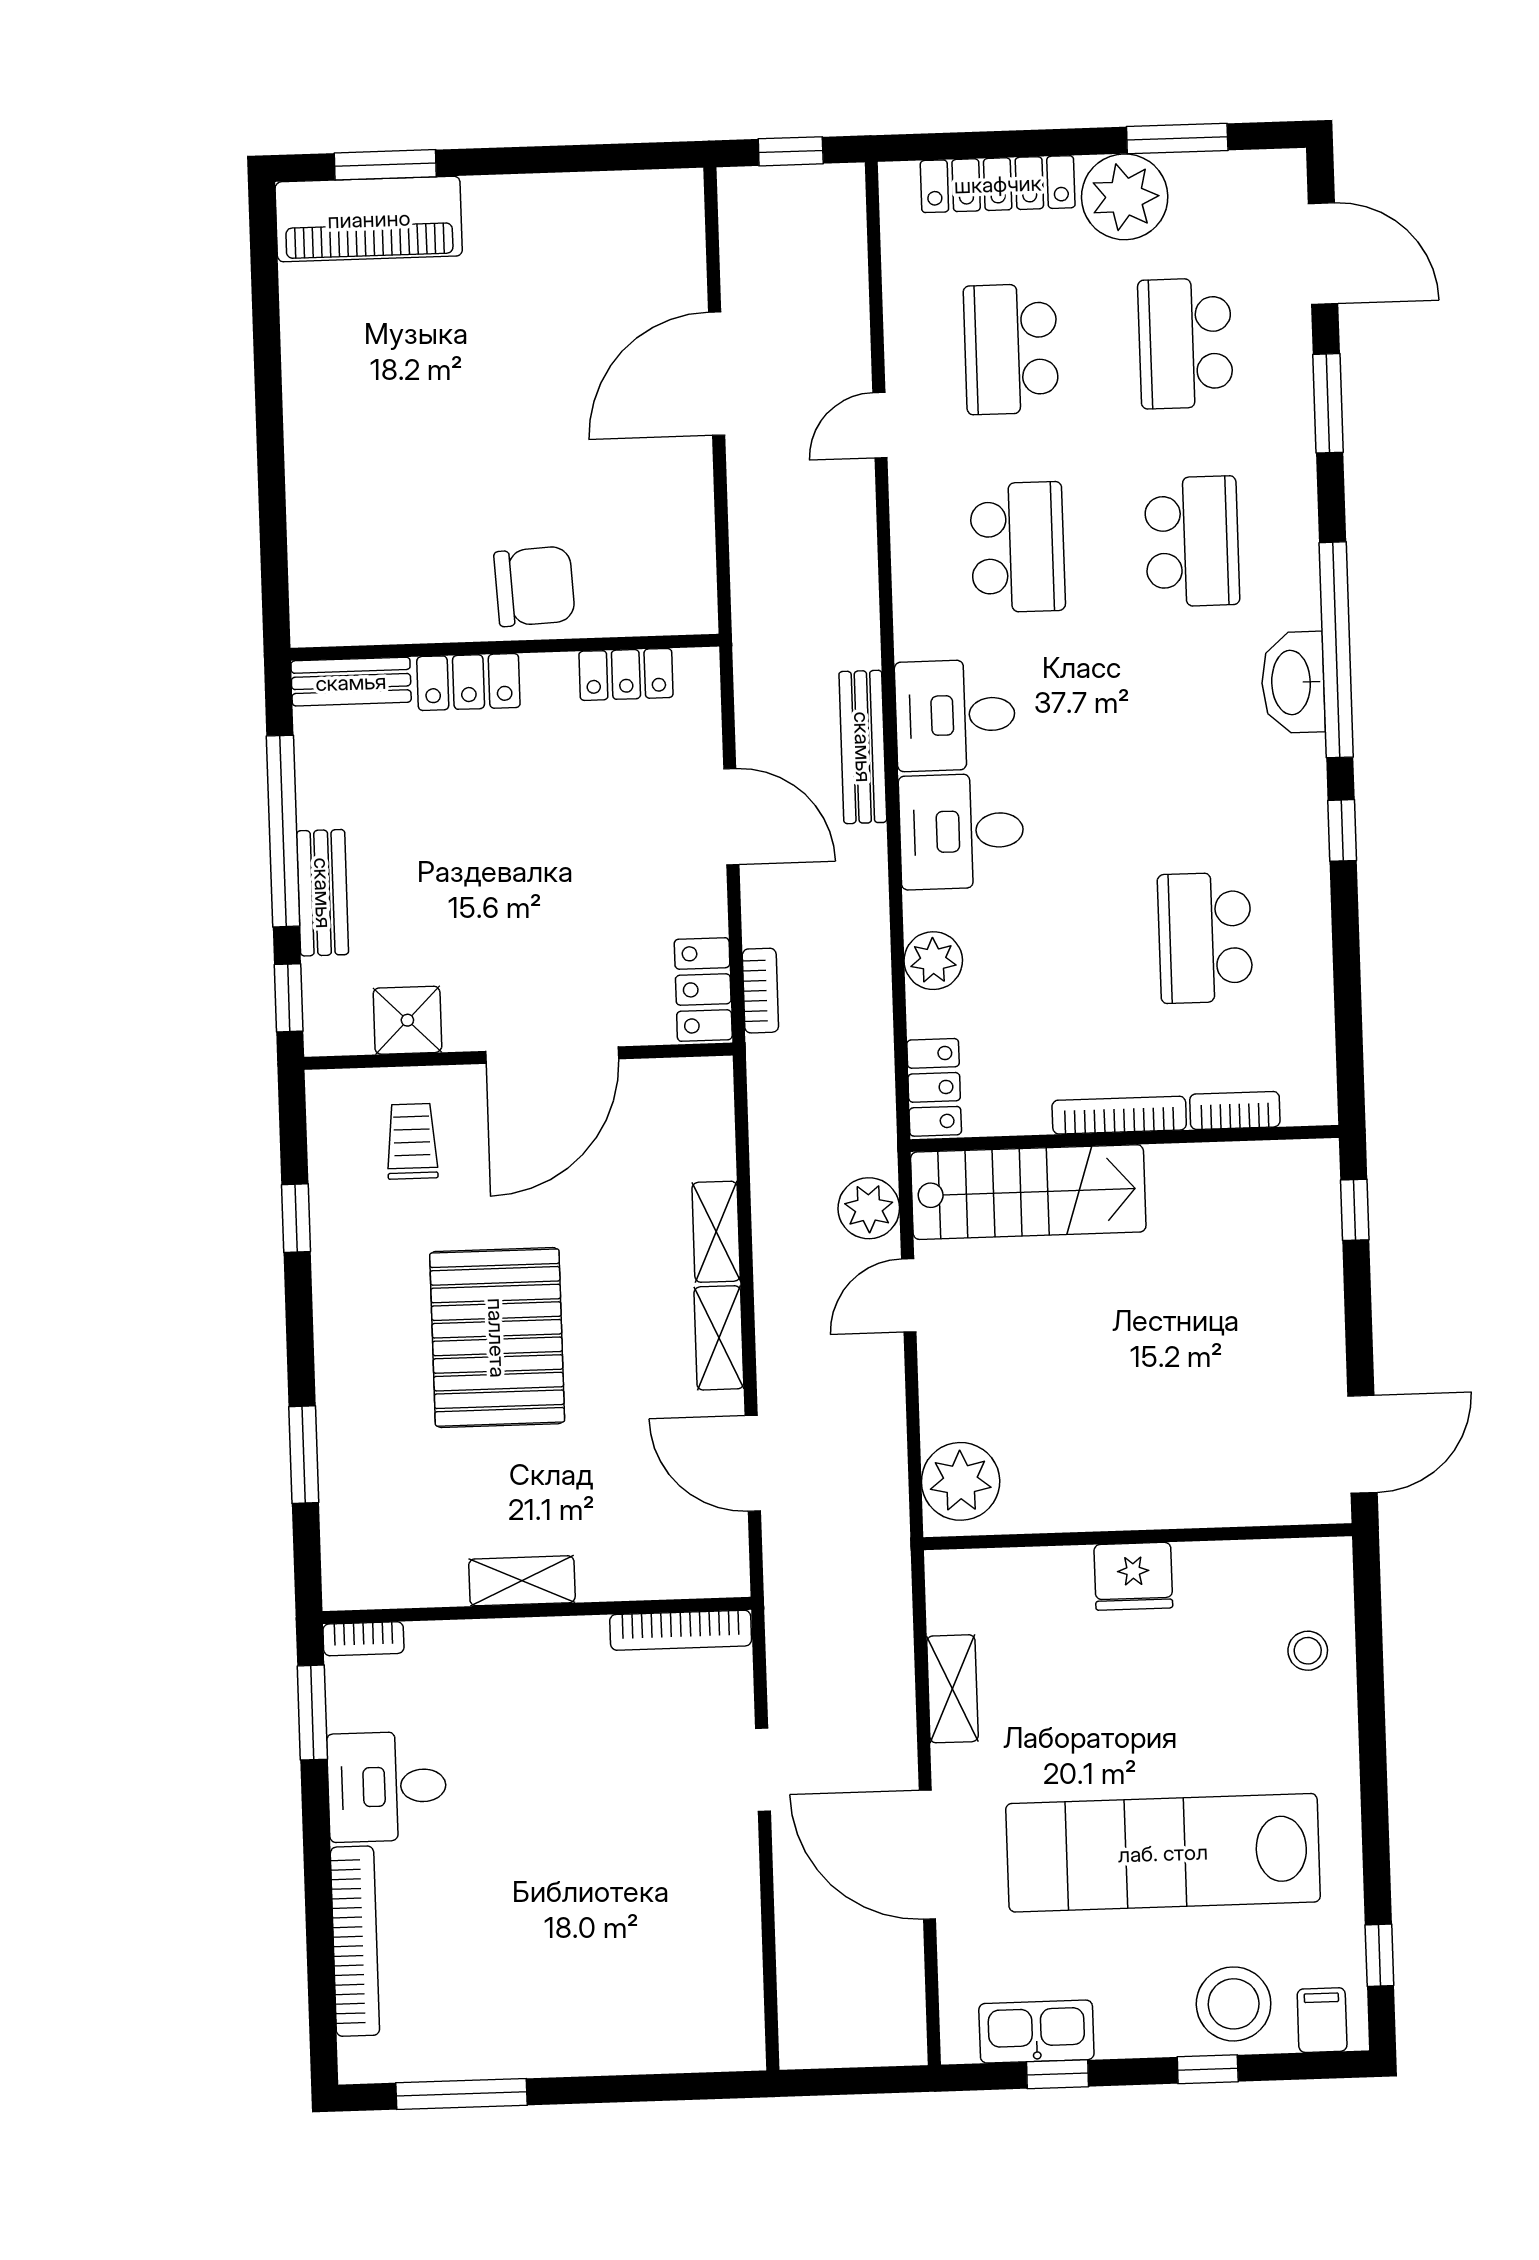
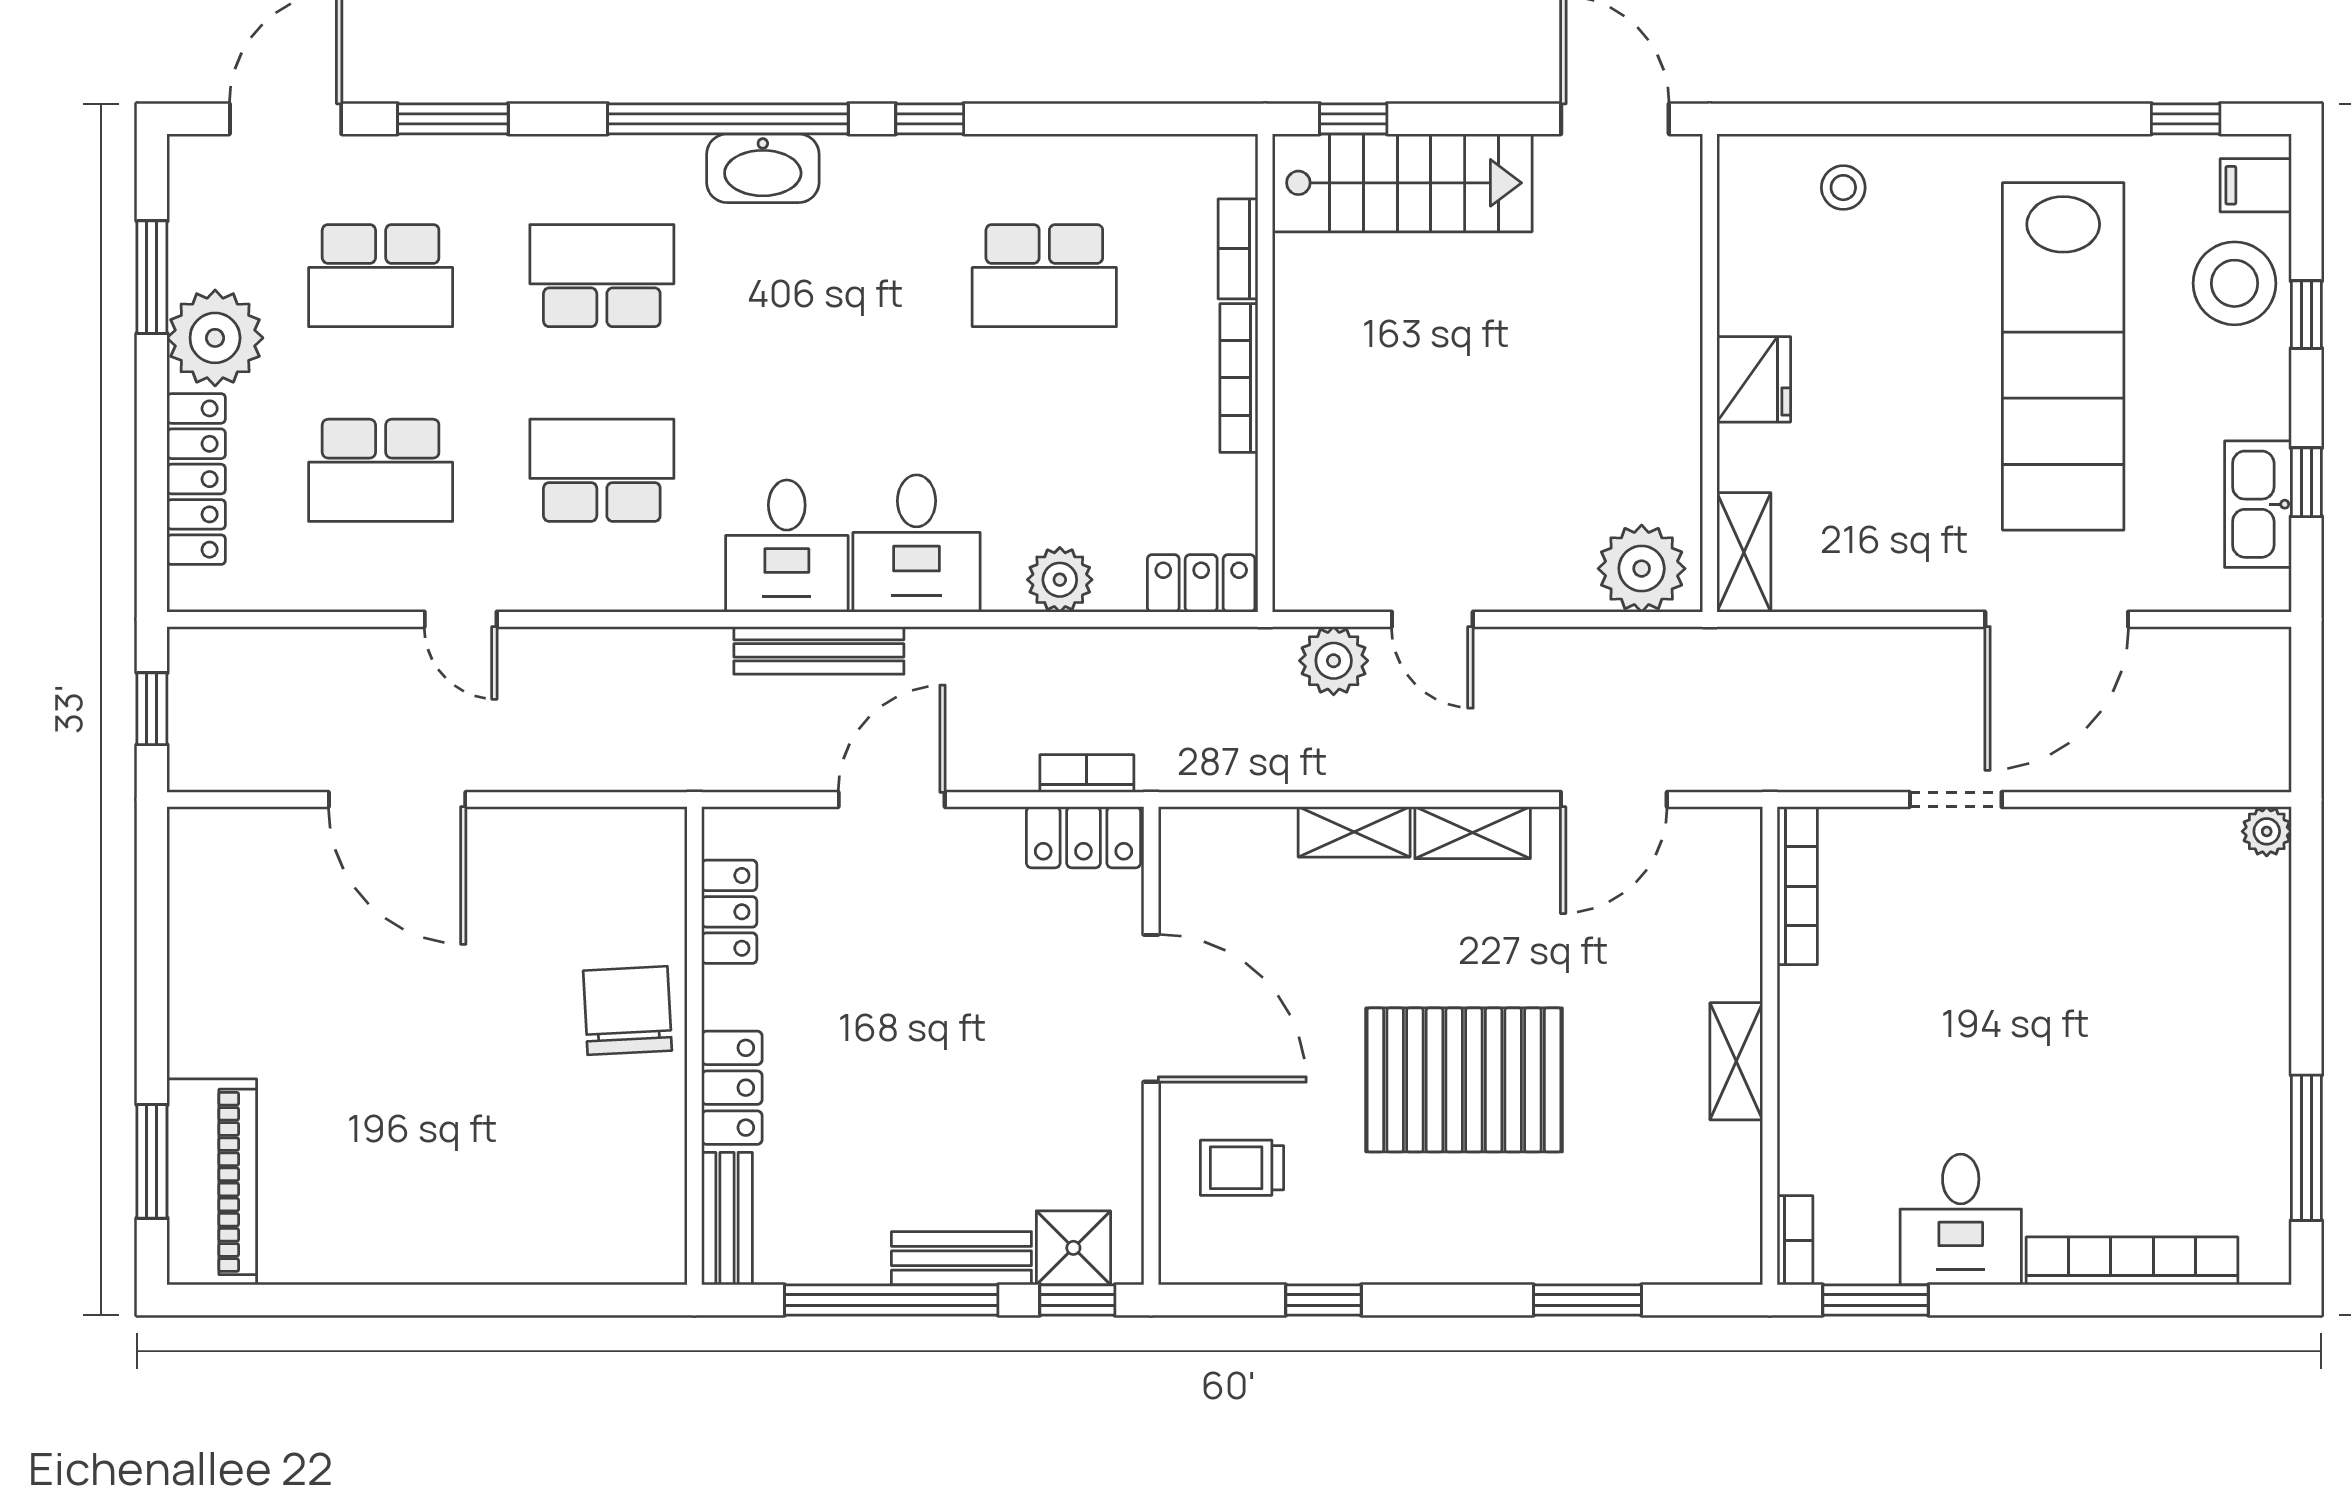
shower: (407, 1020) -> (1073, 1248), moved
stairs: (1028, 1192) -> (1402, 183), moved, turned 90
shelving: (952, 1689) -> (1744, 552), moved, turned 90
plant: (744, 2049) -> (2267, 831), added

